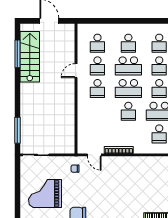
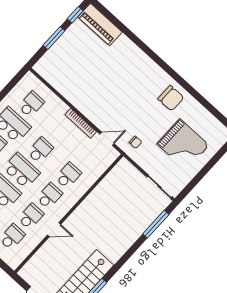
school desk: (97, 111) -> (68, 175), added
door: (94, 155) -> (107, 139), hinge flipped

